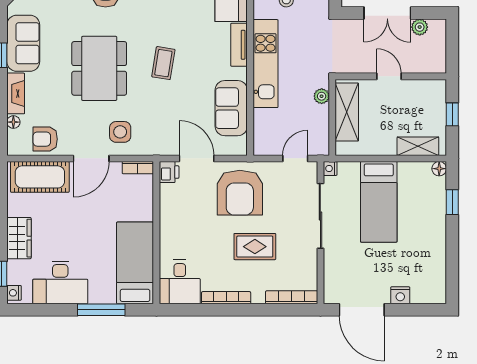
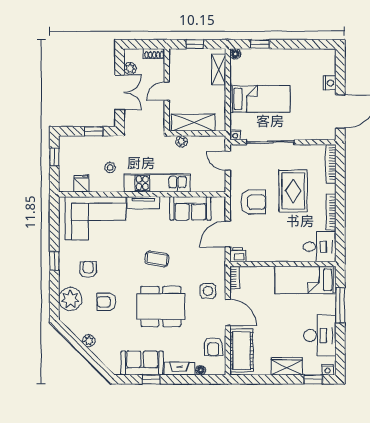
shoe rack: (440, 59) -> (154, 54), added
armchair: (240, 193) -> (253, 202), width x0.73, depth x0.73
rug: (255, 247) -> (293, 191), width x1.36, depth x1.43

